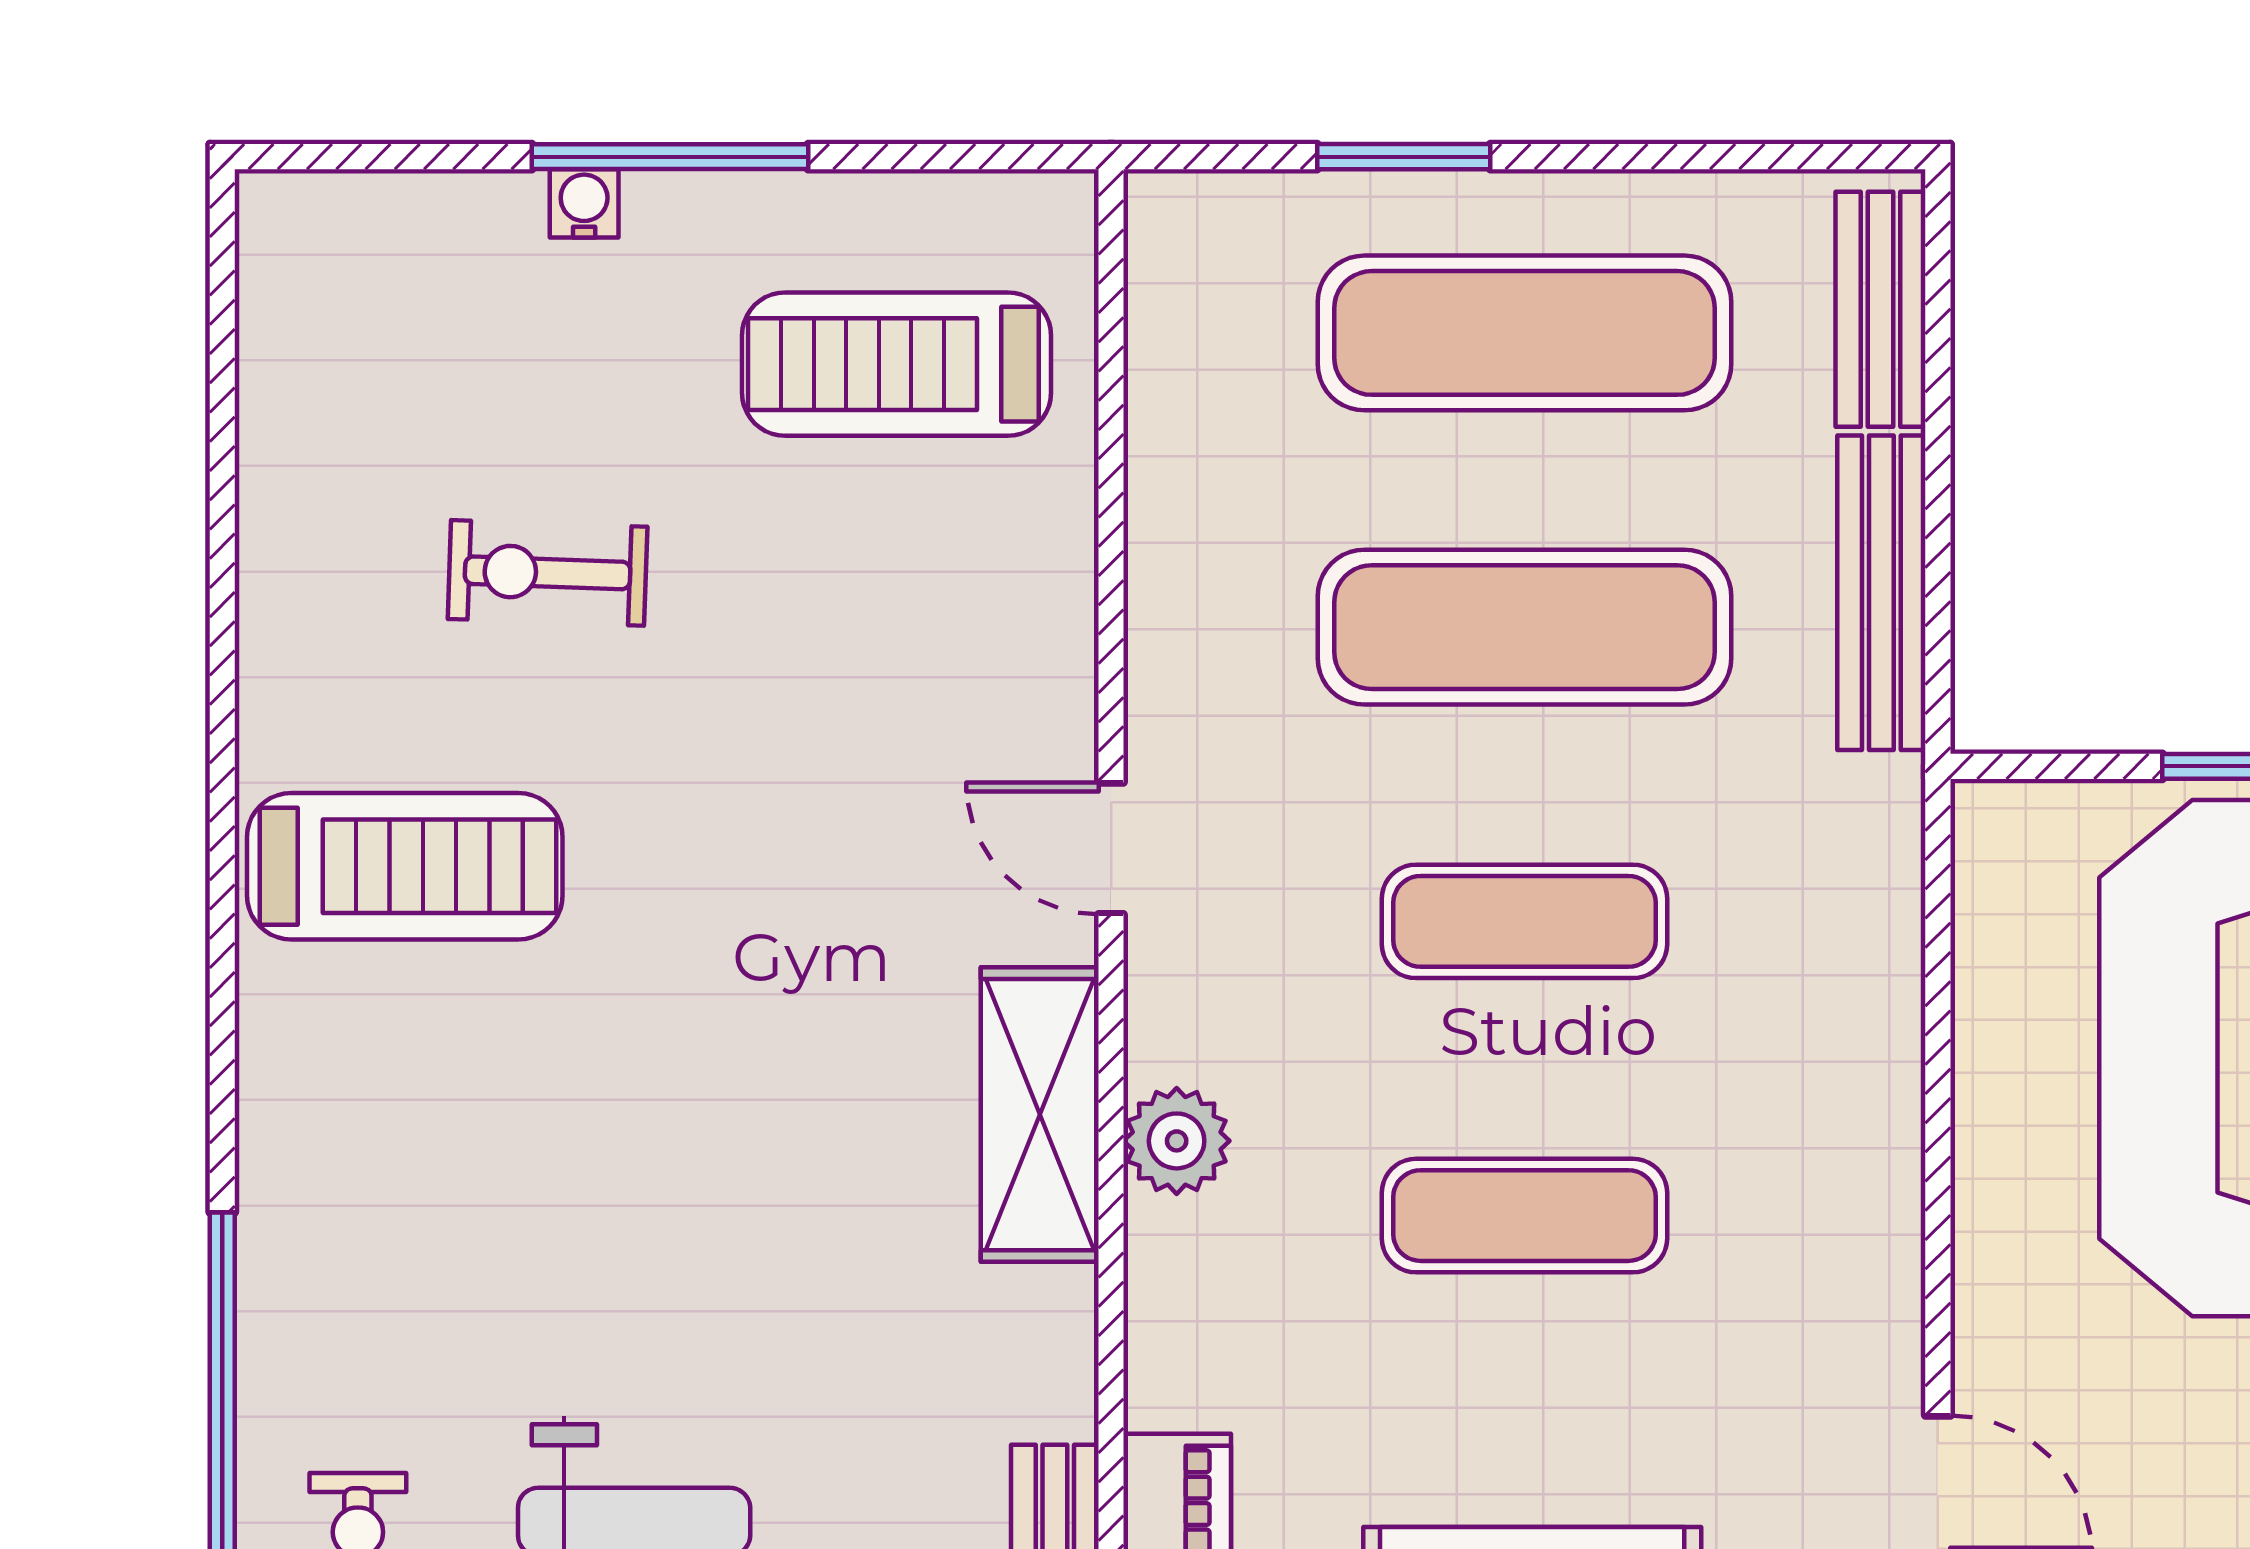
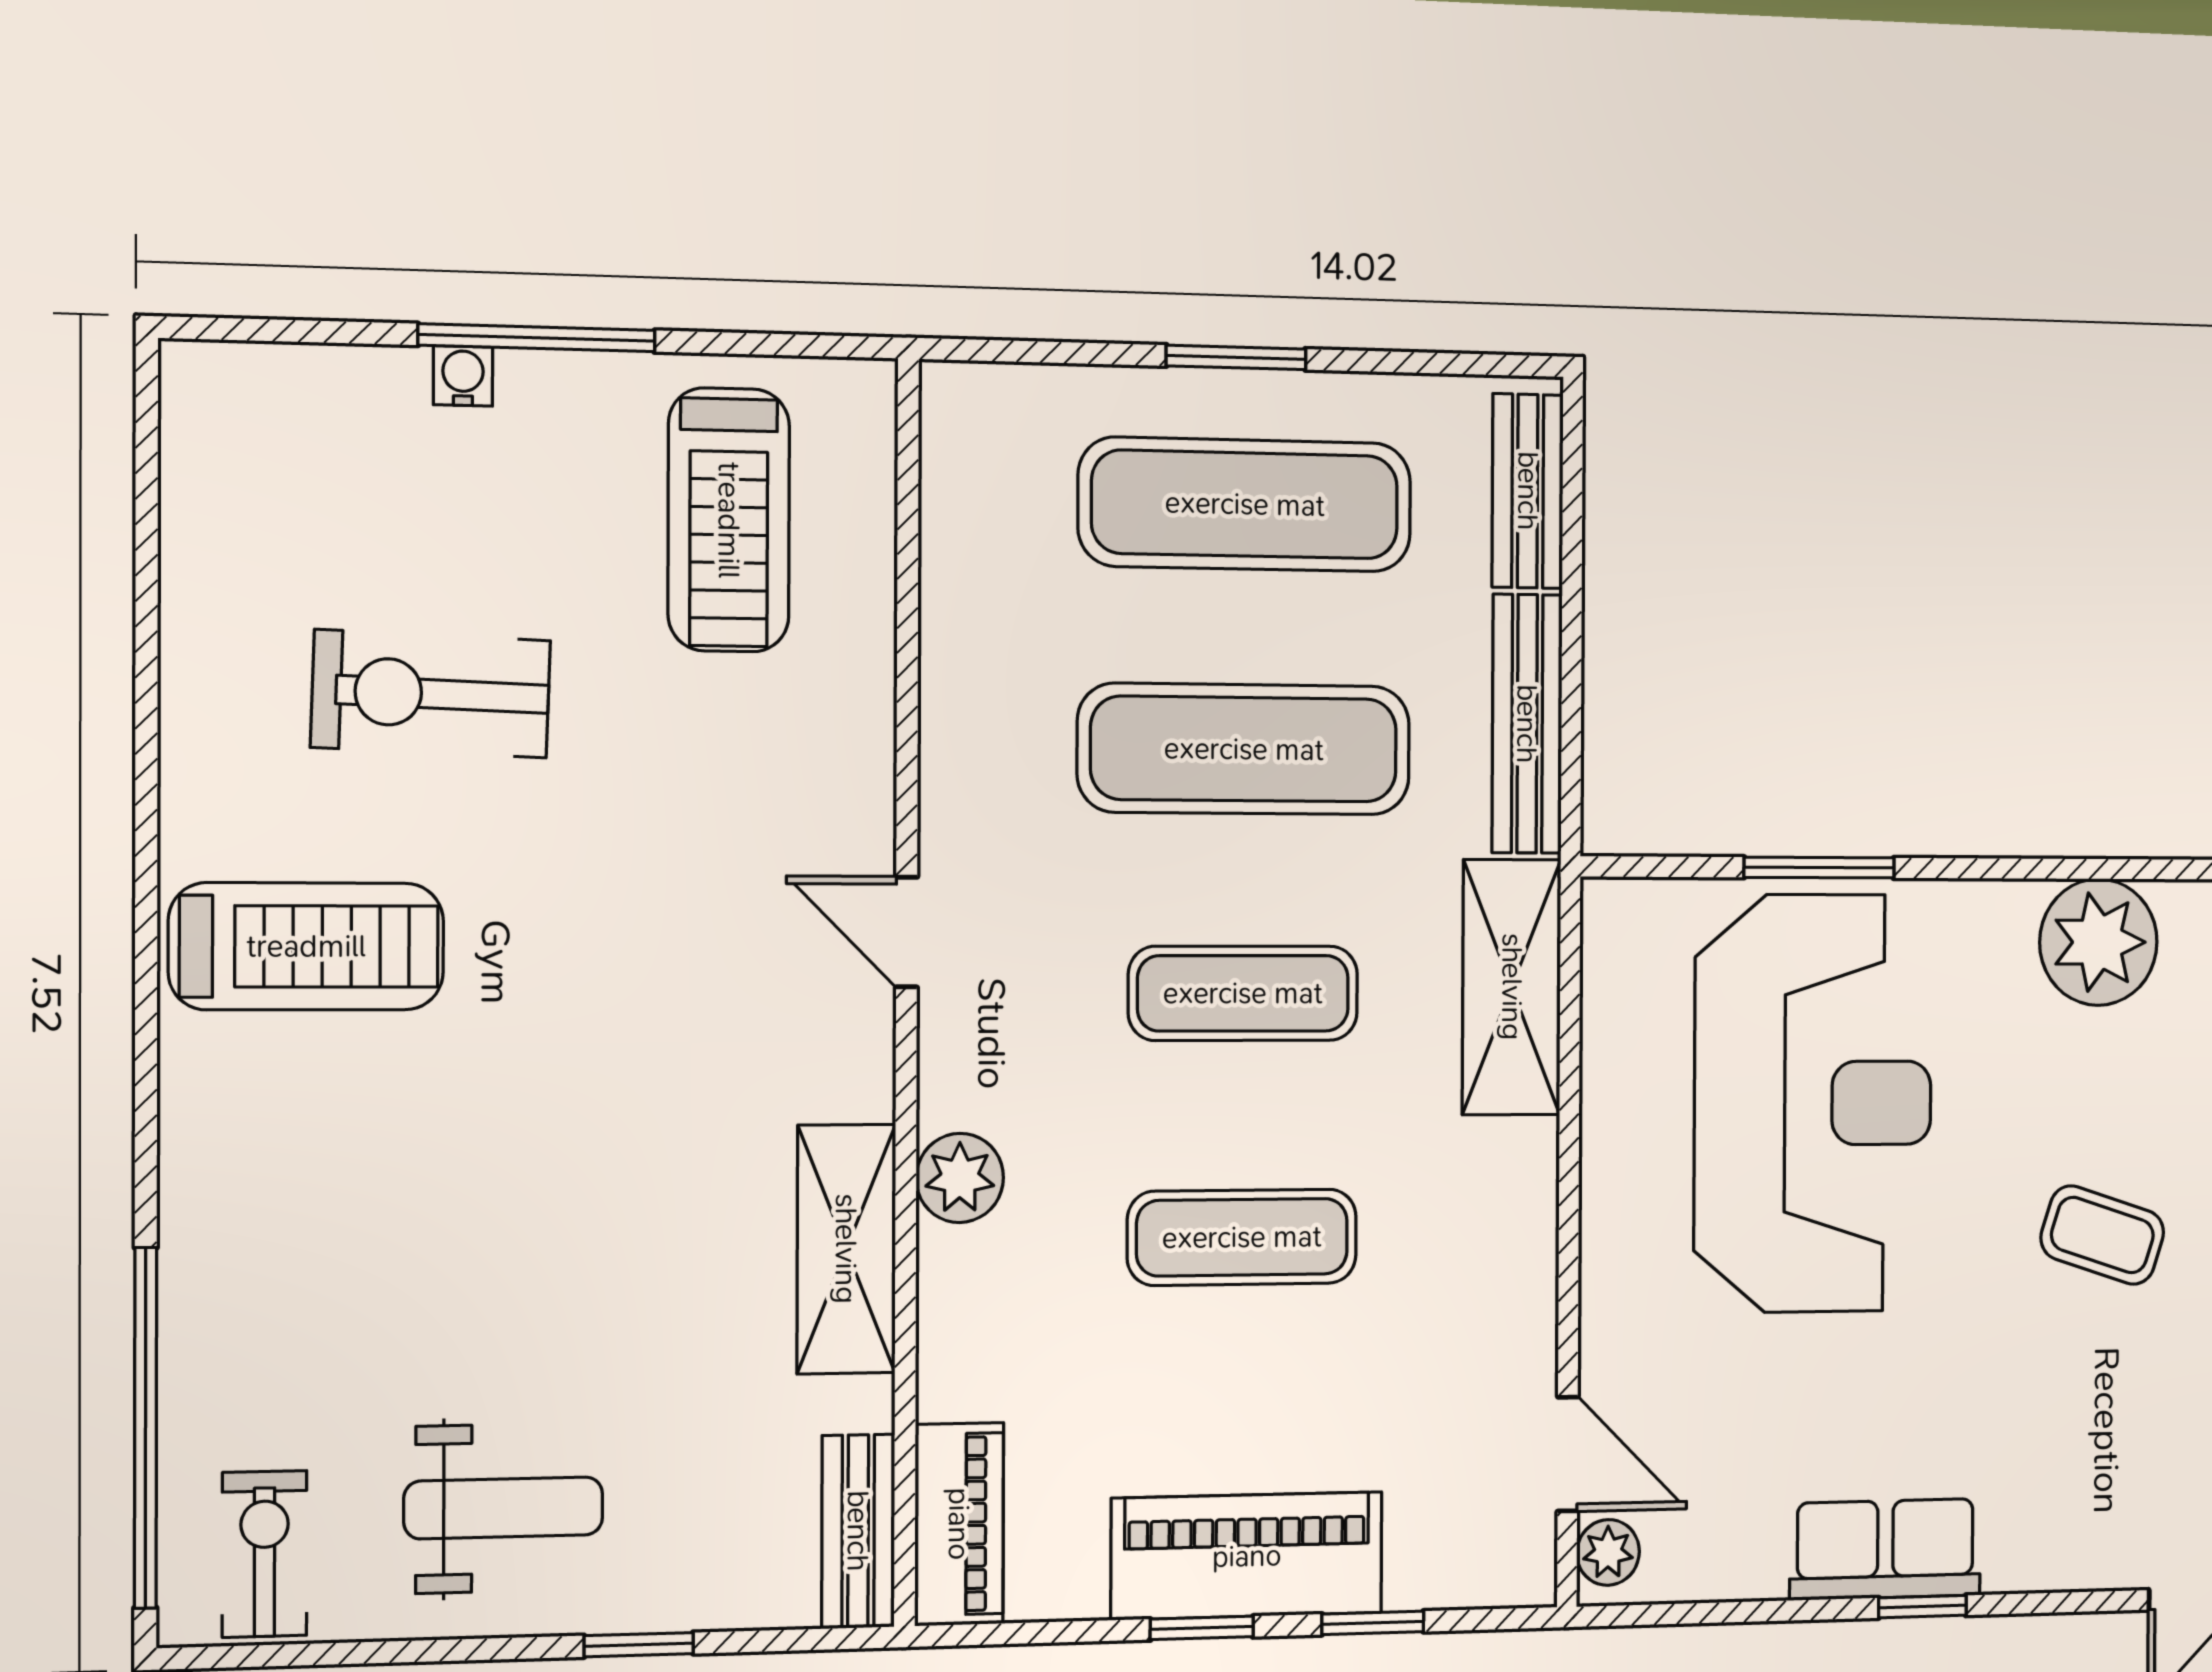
window: (1404, 157) -> (1236, 357), moved
treadmill: (896, 364) -> (729, 520), turned -90
exercise bike: (548, 573) -> (431, 694), width x1.38, depth x1.39
shelving: (1863, 914) -> (1512, 987), added
shelving: (1040, 1115) -> (846, 1249), moved

